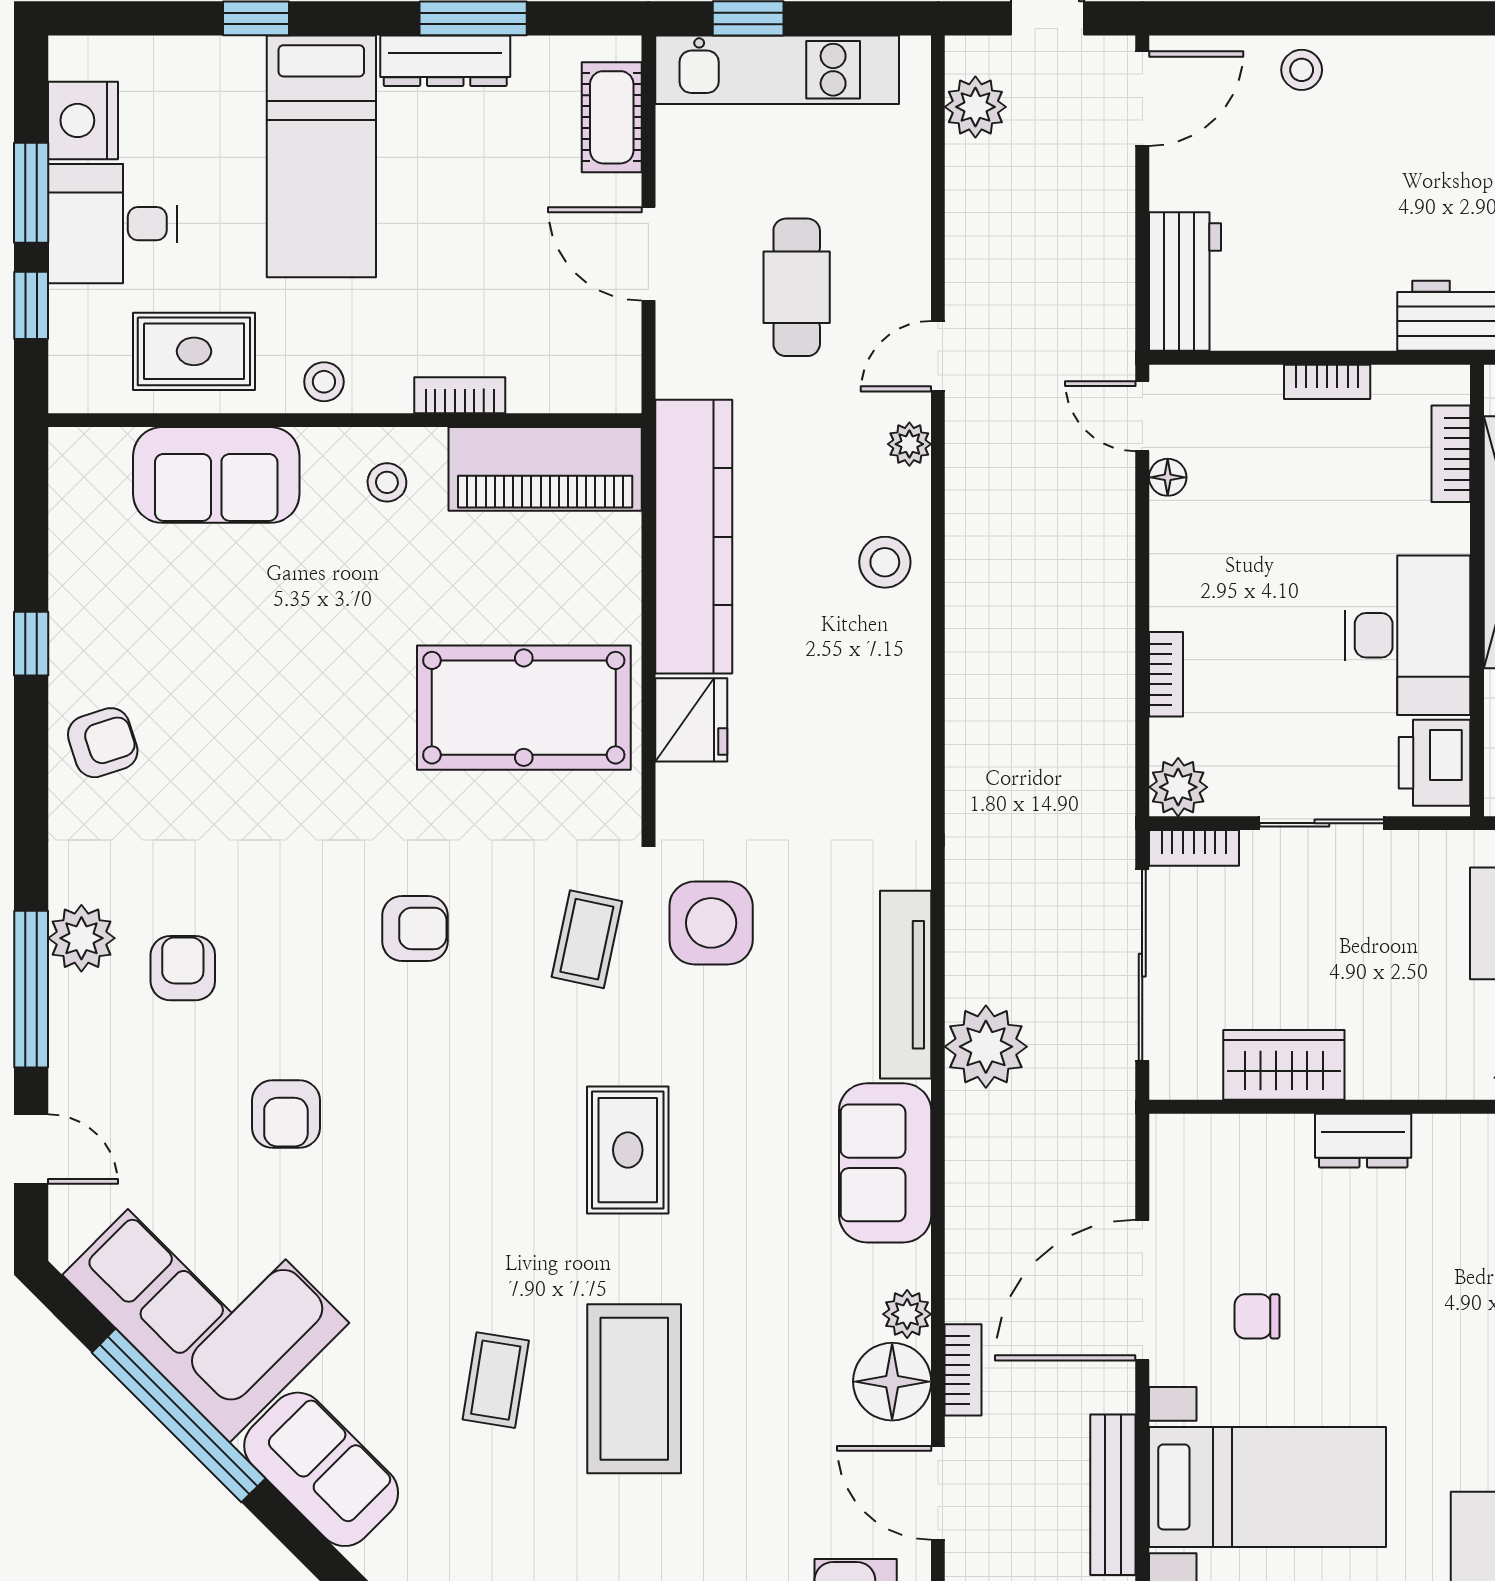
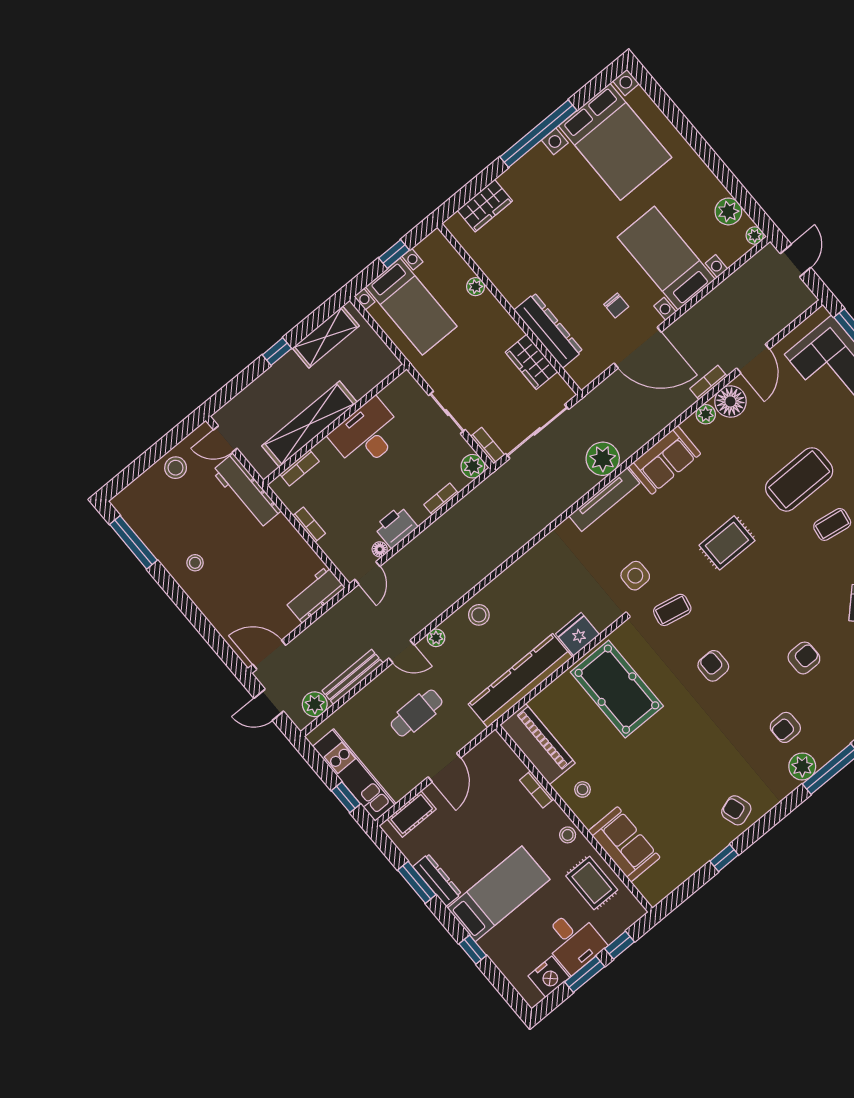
stool: (1302, 70) -> (195, 563), moved
printer: (1435, 763) -> (396, 527), moved, turned 180
side table: (711, 923) -> (635, 576), width x0.73, depth x0.73
dresser: (1363, 1141) -> (548, 330), width x1.96, depth x1.24
bench: (1113, 1495) -> (353, 677), moved

